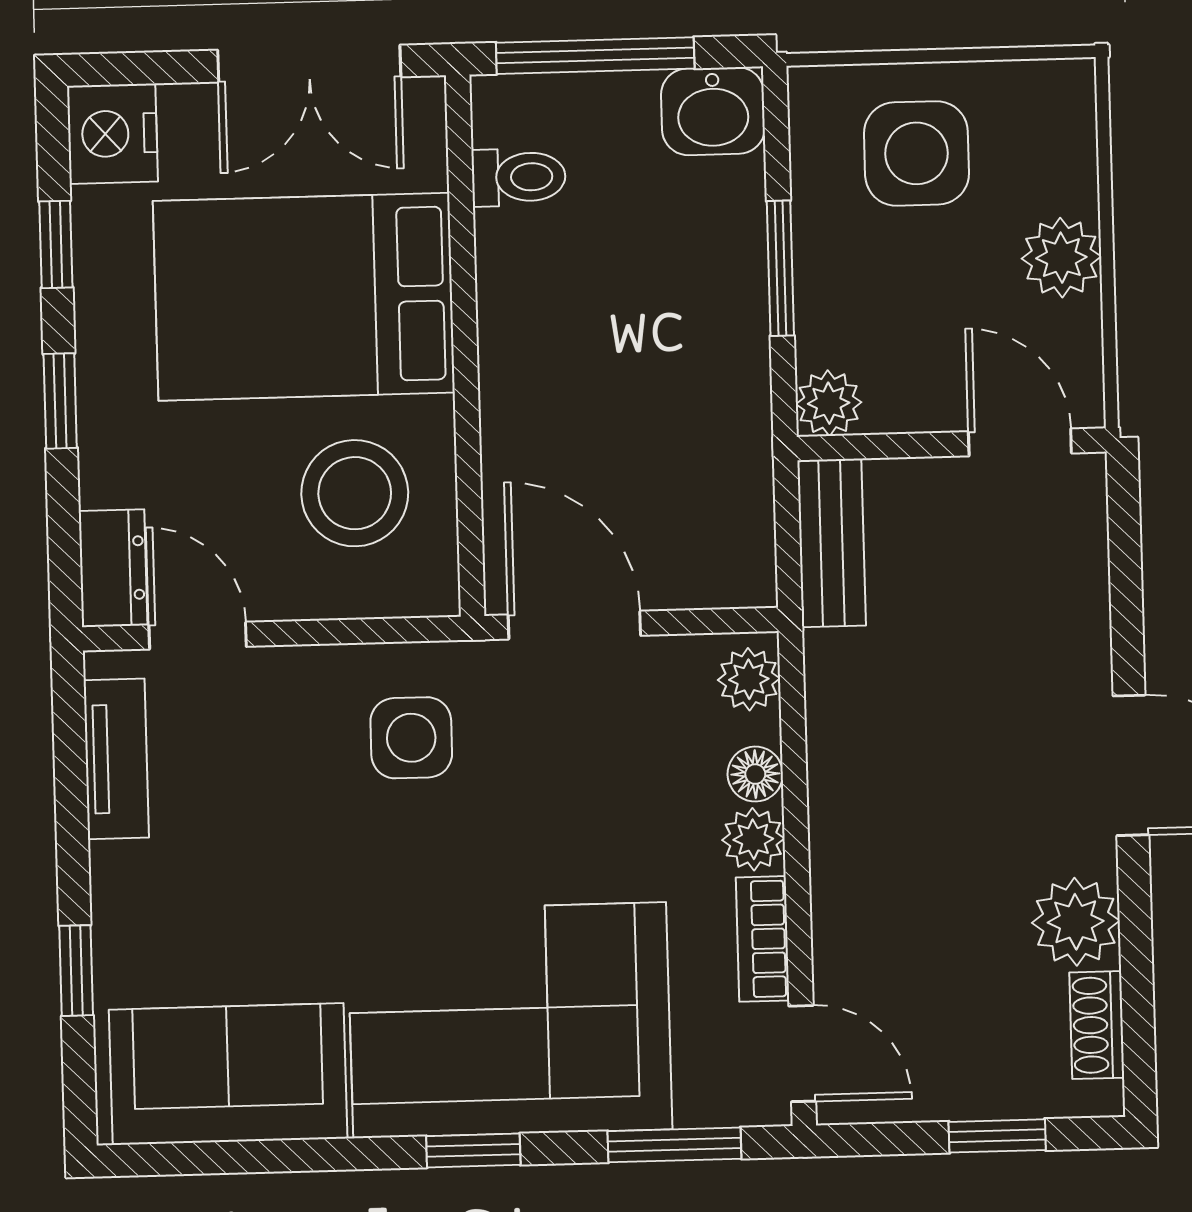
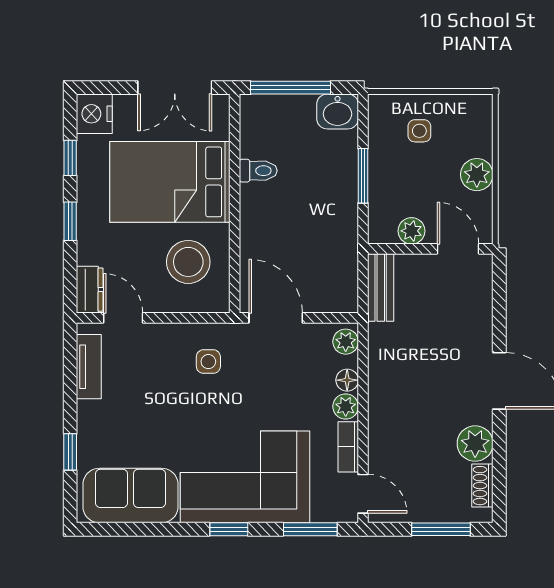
side table: (916, 153) -> (419, 131), width x0.54, depth x0.54
toilet: (519, 177) -> (258, 171), moved
plant: (829, 403) -> (411, 231), moved
side table: (411, 738) -> (208, 362), width x0.73, depth x0.73
window: (997, 1136) -> (441, 529), width x1.50

